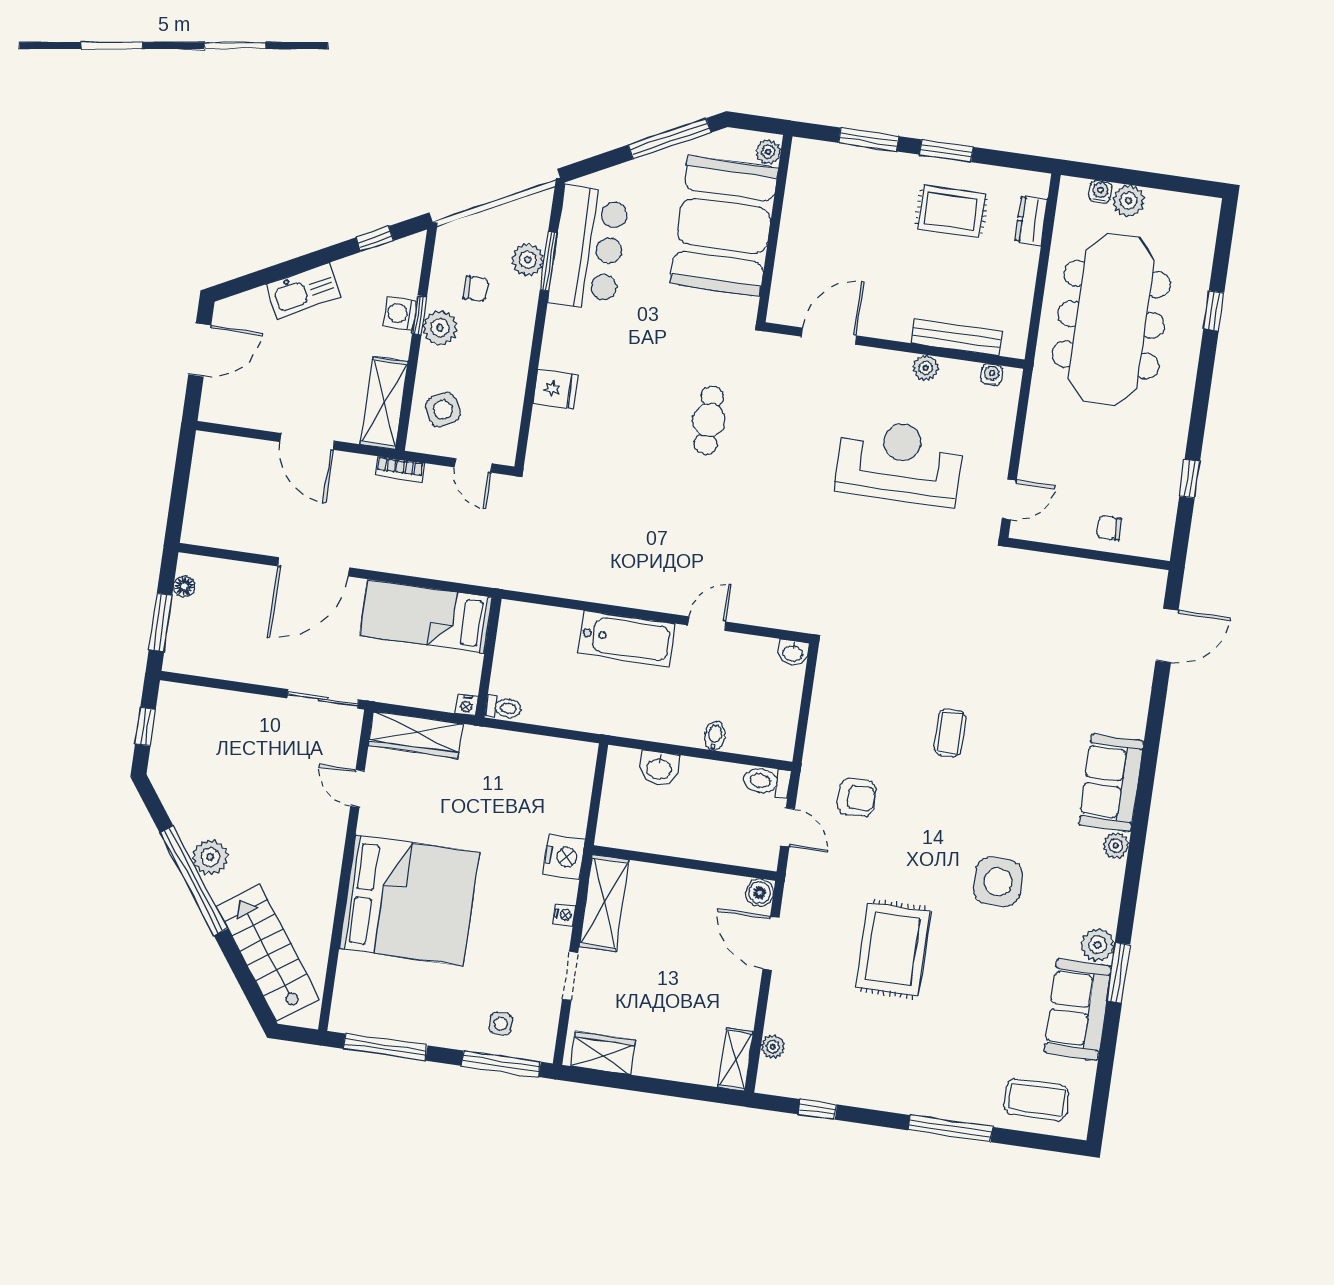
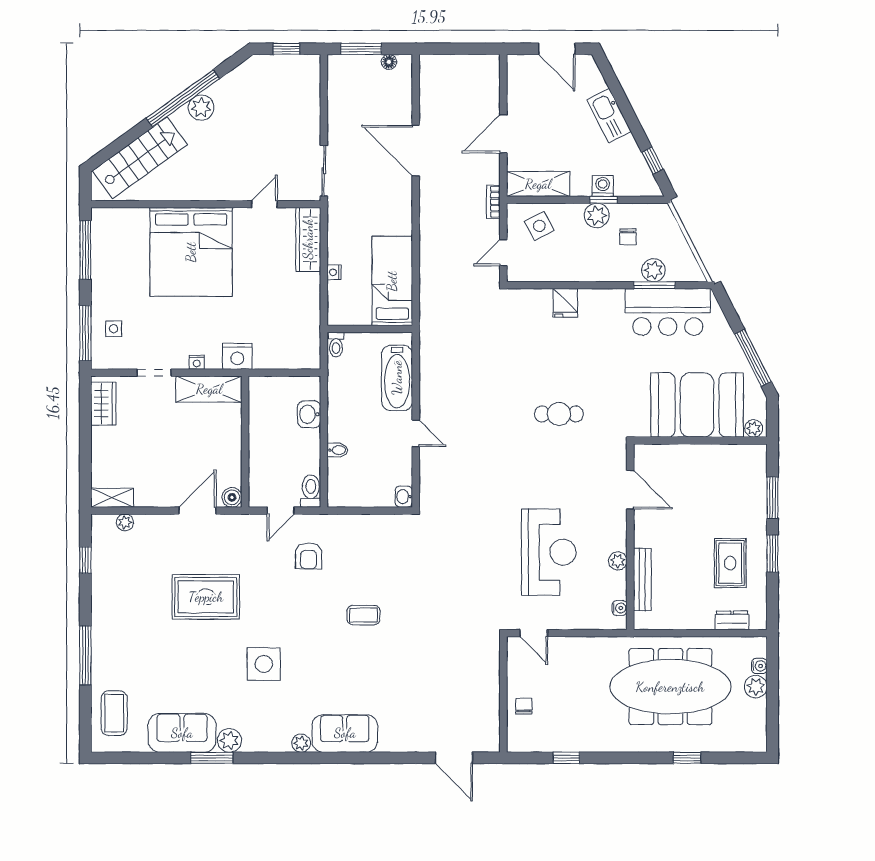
bed: (426, 616) -> (392, 281), moved
wall: (488, 657) -> (370, 329), moved
toilet: (504, 708) -> (336, 345), moved

